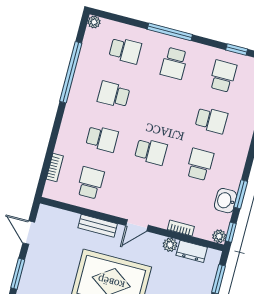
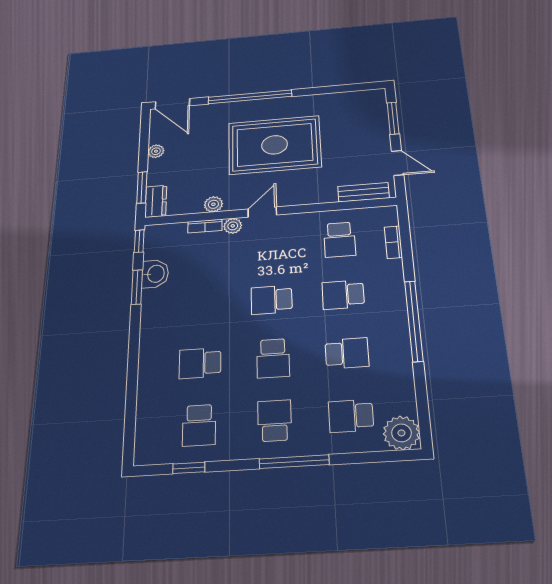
plant: (94, 22) -> (401, 433), width x1.87, depth x1.87
window: (71, 72) -> (414, 321), moved
school desk: (200, 164) -> (273, 358), moved
bench: (98, 226) -> (363, 192), moved
plant: (219, 236) -> (233, 226), moved
dresser: (192, 251) -> (156, 201), moved, turned 90

